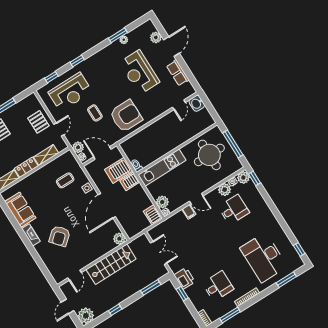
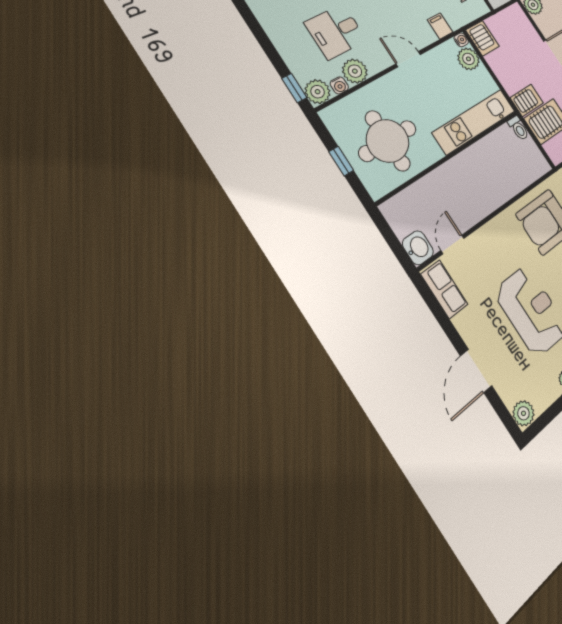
plant: (156, 37) -> (523, 413), moved
row of seats: (178, 73) -> (444, 289), moved
window: (233, 144) -> (341, 161), width x0.46
filing cabinet: (189, 212) -> (440, 26), moved

